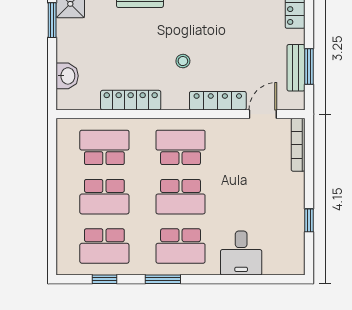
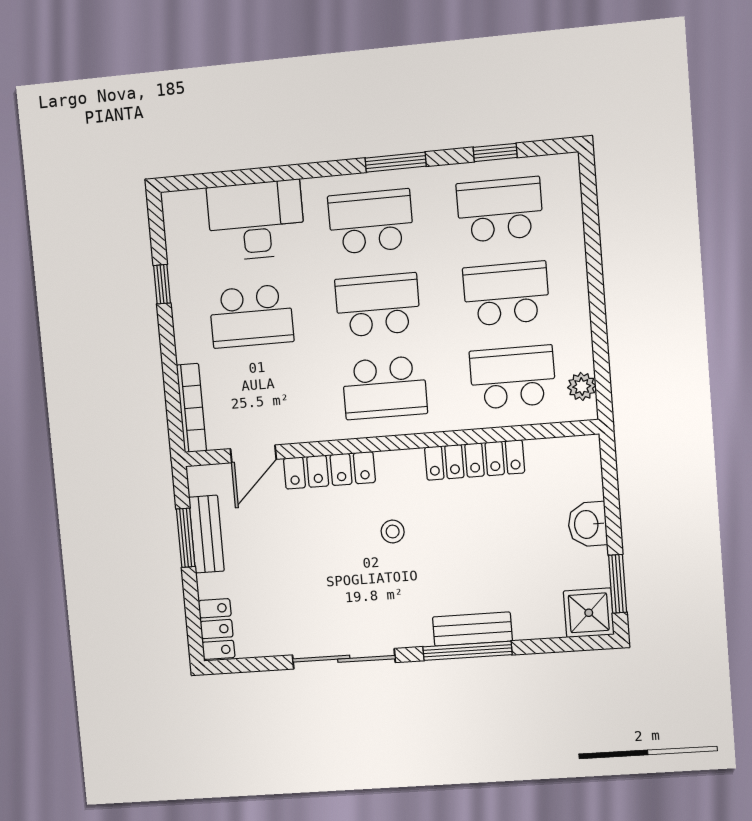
washbasin: (67, 76) -> (587, 524), moved
plant: (65, 139) -> (582, 386), added
school desk: (104, 147) -> (513, 377), turned 180
school desk: (257, 197) -> (251, 316), added
desk: (241, 253) -> (256, 220), width x1.37

